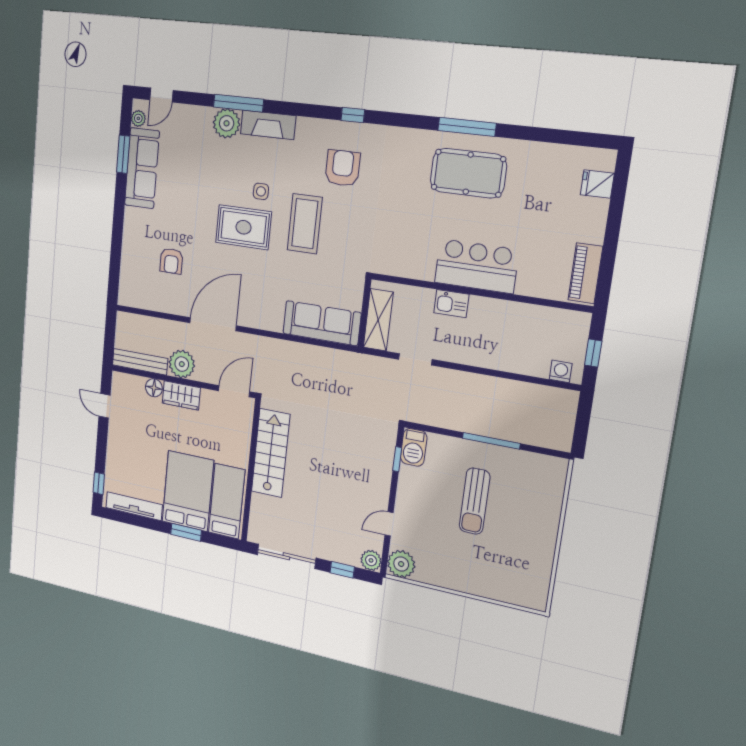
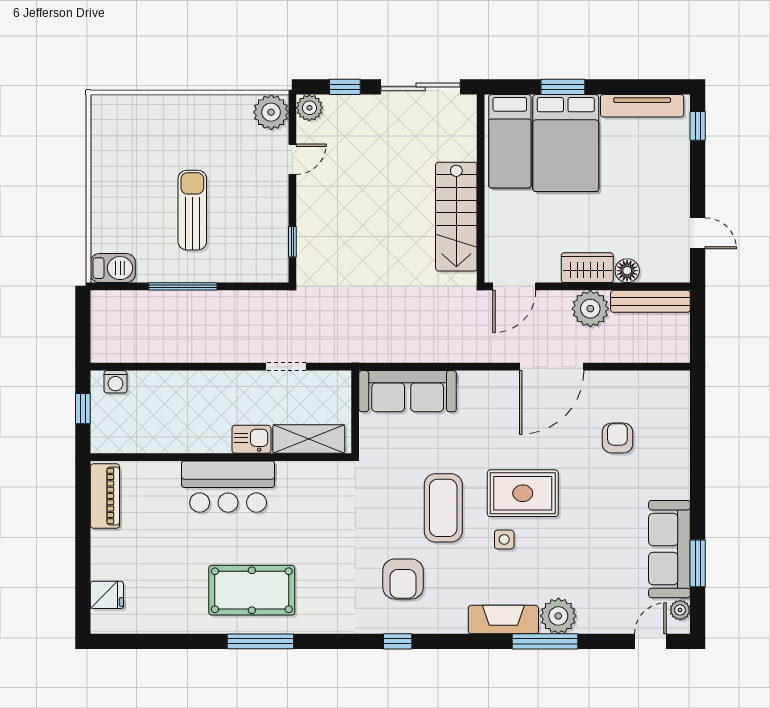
shelving: (378, 320) -> (309, 439), moved, turned 90
barbecue: (414, 447) -> (113, 268), moved, turned 90

